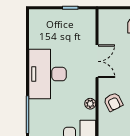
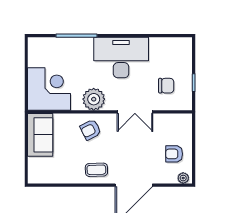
chair: (73, 33) -> (166, 86), added
plant: (90, 104) -> (94, 99), width x1.88, depth x1.88

